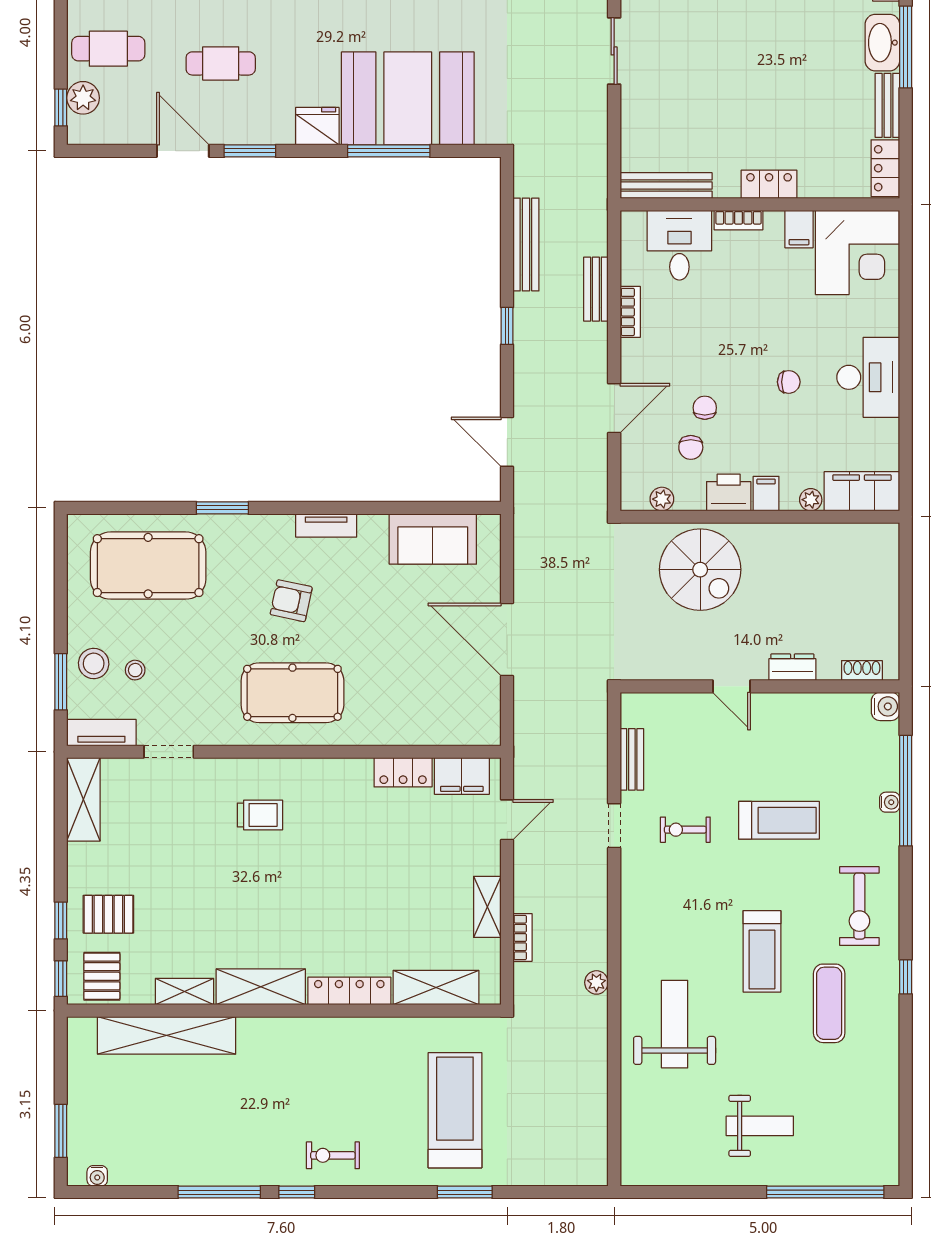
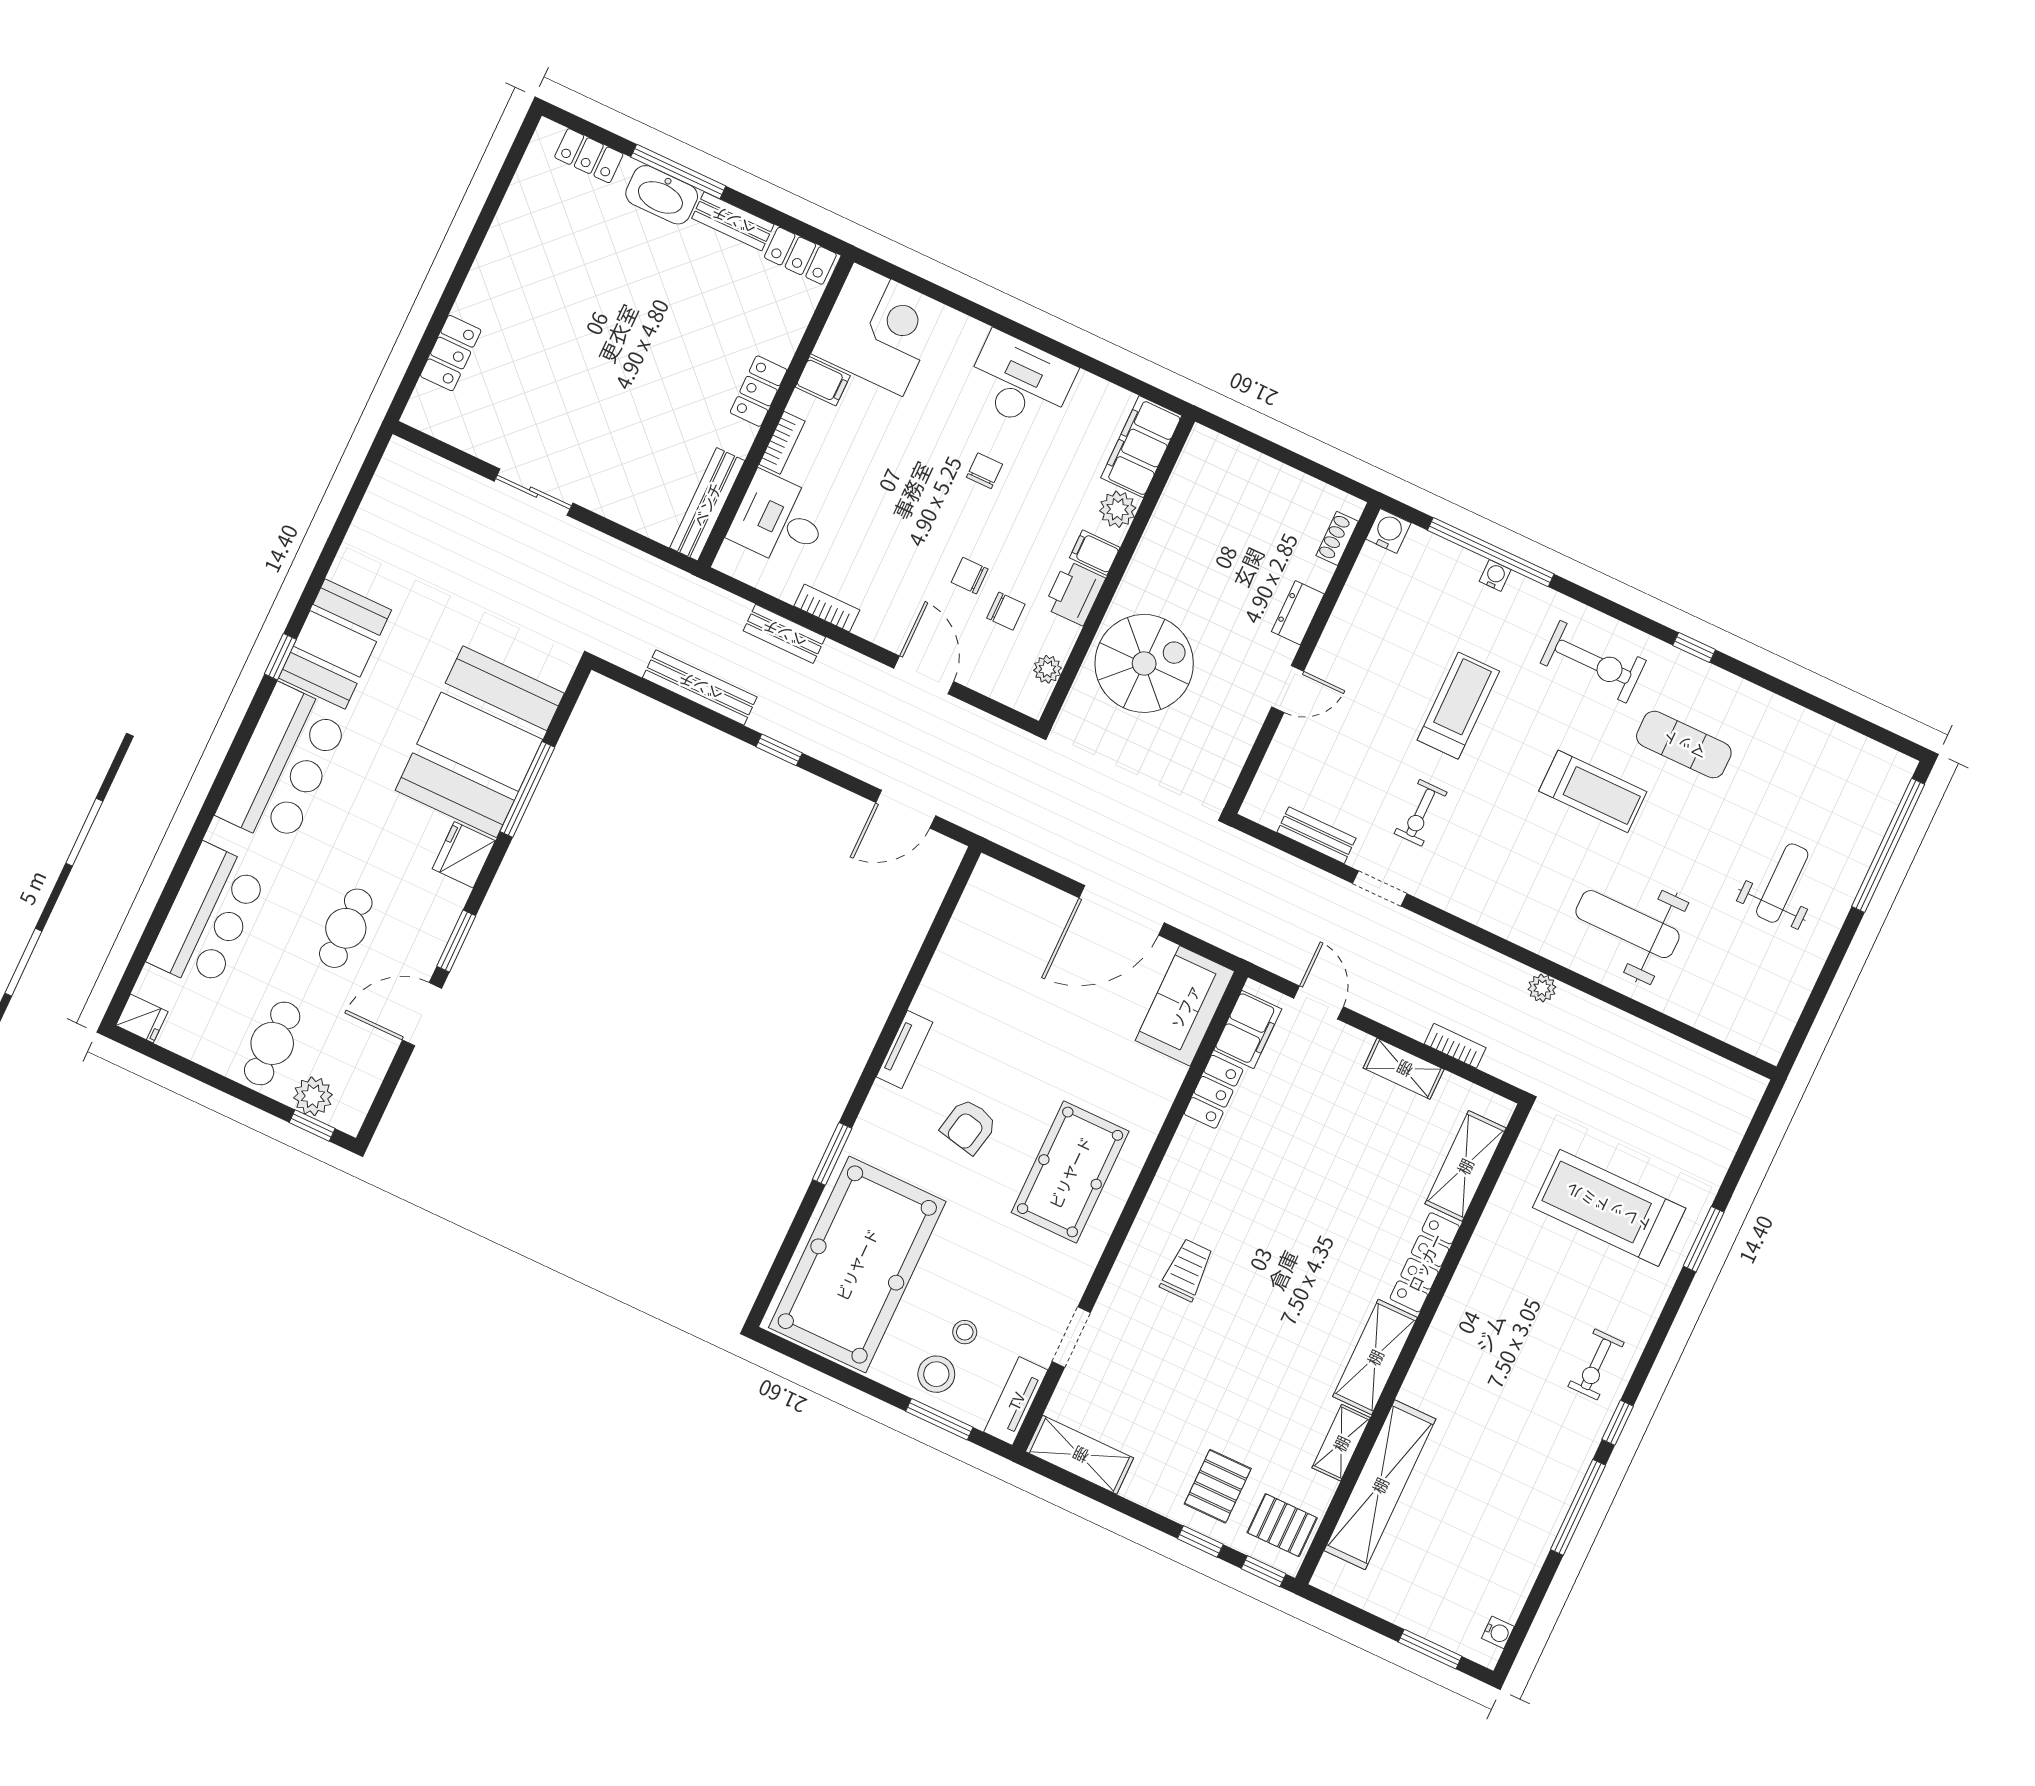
plant: (811, 500) -> (1118, 509), width x1.38, depth x1.38
sofa: (433, 539) -> (1185, 1006), moved, turned 180
pool table: (148, 566) -> (857, 1264), width x1.36, depth x1.32

